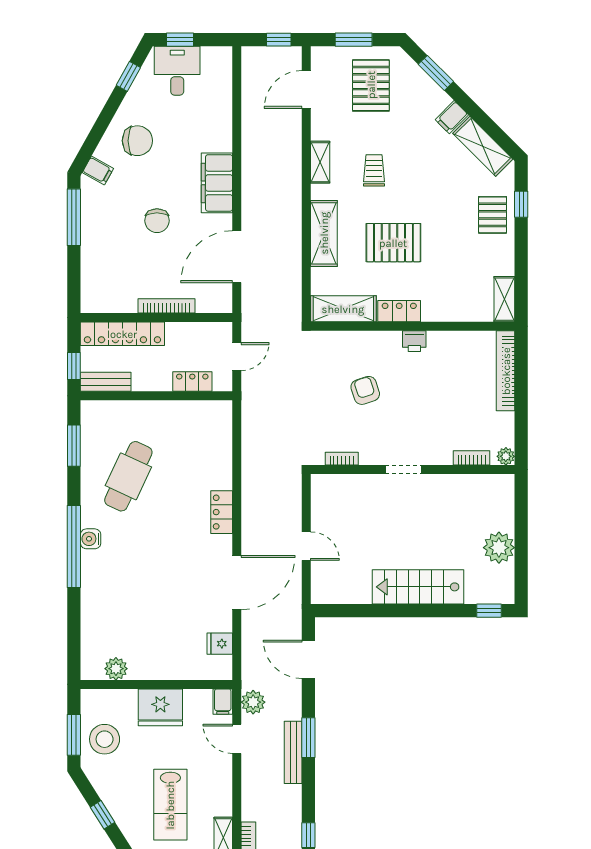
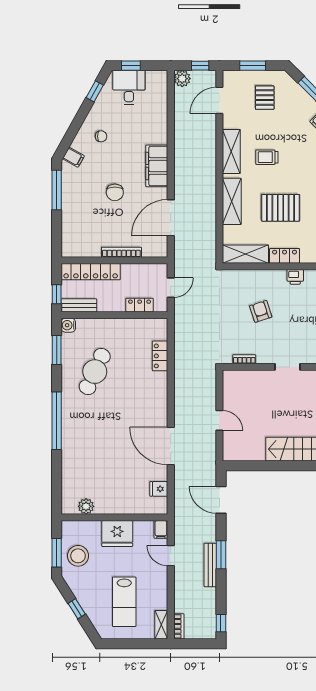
pallet: (371, 85) -> (265, 98), width x0.67, depth x0.71
chair: (137, 141) -> (101, 136), width x0.54, depth x0.54
shelving: (320, 162) -> (231, 151), width x1.50, depth x1.33
trolley: (374, 170) -> (267, 157), turned -90
locker: (222, 512) -> (160, 356), moved
water cooler: (91, 539) -> (68, 325), moved
door: (237, 583) -> (171, 446), swing flipped
plant: (253, 702) -> (182, 79), moved

